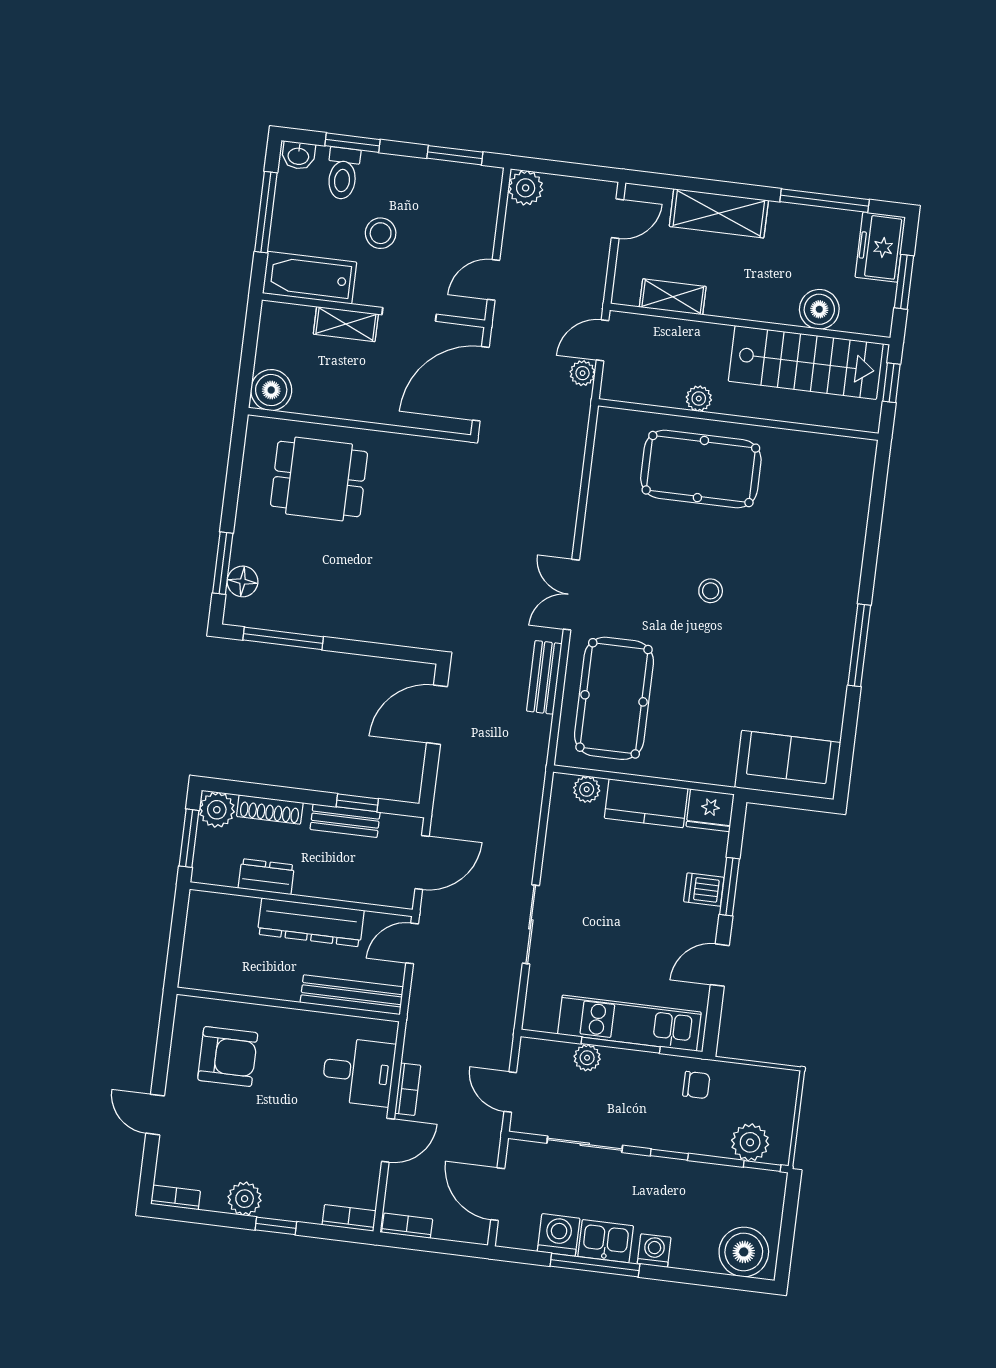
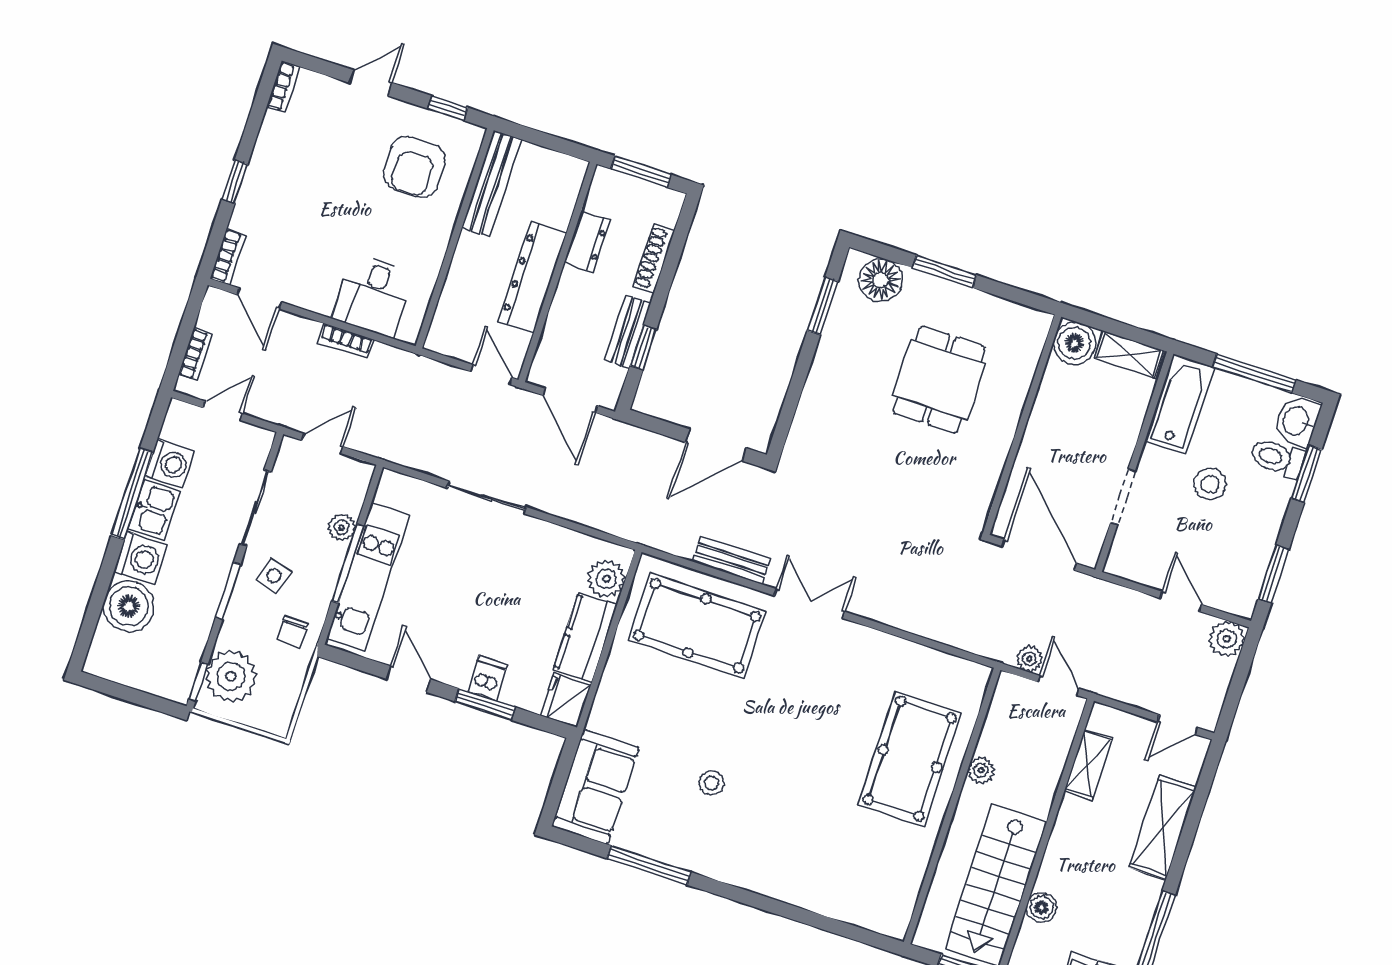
washbasin: (298, 156) -> (1297, 421), width x1.38, depth x1.45
door: (617, 219) -> (1178, 725), hinge flipped
door: (494, 280) -> (1181, 601), moved
boiler: (819, 309) -> (1041, 907), width x0.73, depth x0.73
shelving: (346, 324) -> (1129, 354), moved, turned 90
dining table: (319, 479) -> (939, 380), moved
window: (223, 563) -> (944, 271), moved
floor lamp: (243, 581) -> (881, 280), width x1.38, depth x1.38
stool: (711, 591) -> (711, 783), moved
window: (283, 638) -> (823, 306), width x0.69
window: (859, 645) -> (649, 865), moved
door: (437, 715) -> (716, 445), swing flipped
plant: (587, 789) -> (606, 579), width x1.38, depth x1.38
plant: (217, 810) -> (664, 205), removed
bench: (352, 995) -> (491, 184), moved
window: (165, 1036) -> (448, 108), added
side table: (646, 1114) -> (274, 576), added
door: (388, 1140) -> (259, 298), moved
plant: (750, 1142) -> (231, 676), width x1.36, depth x1.36
window: (669, 1155) -> (228, 591), width x1.50
door: (498, 1194) -> (222, 411), width x0.73
plant: (245, 1199) -> (268, 156), removed
bookcase: (407, 1226) -> (195, 354), moved
washing machine: (654, 1251) -> (140, 558), width x1.38, depth x1.38
boiler: (744, 1252) -> (129, 606), moved

